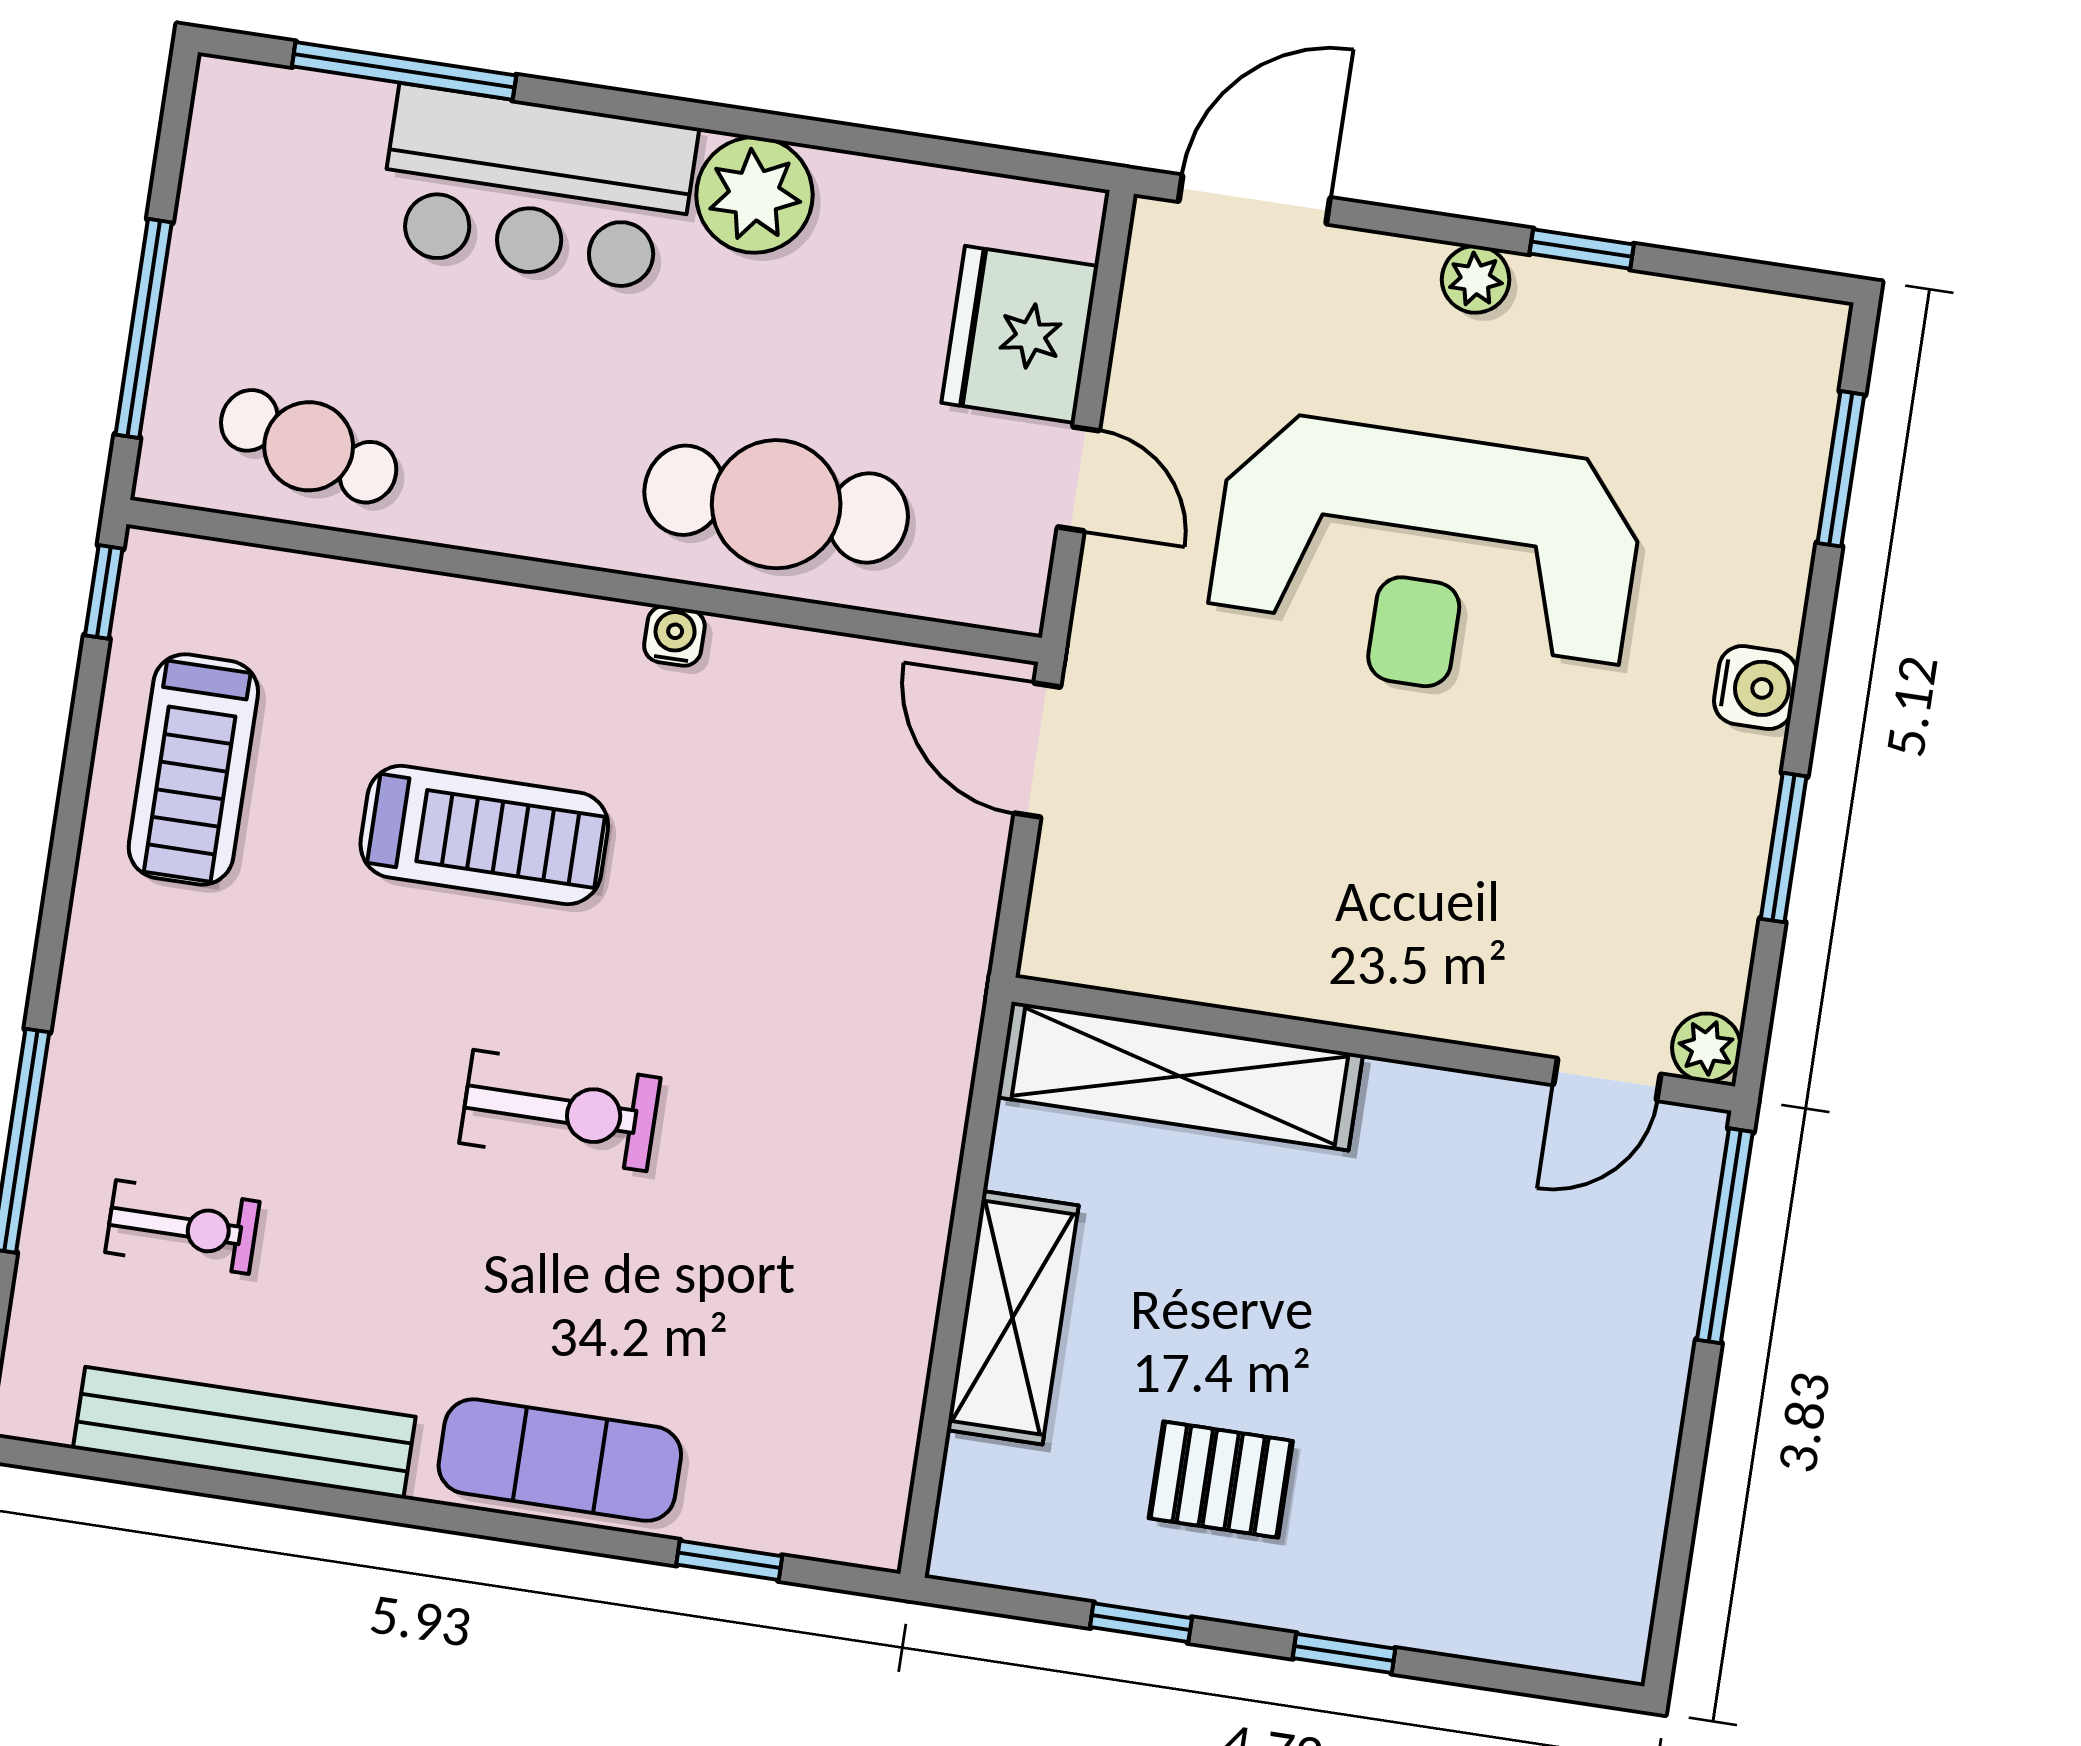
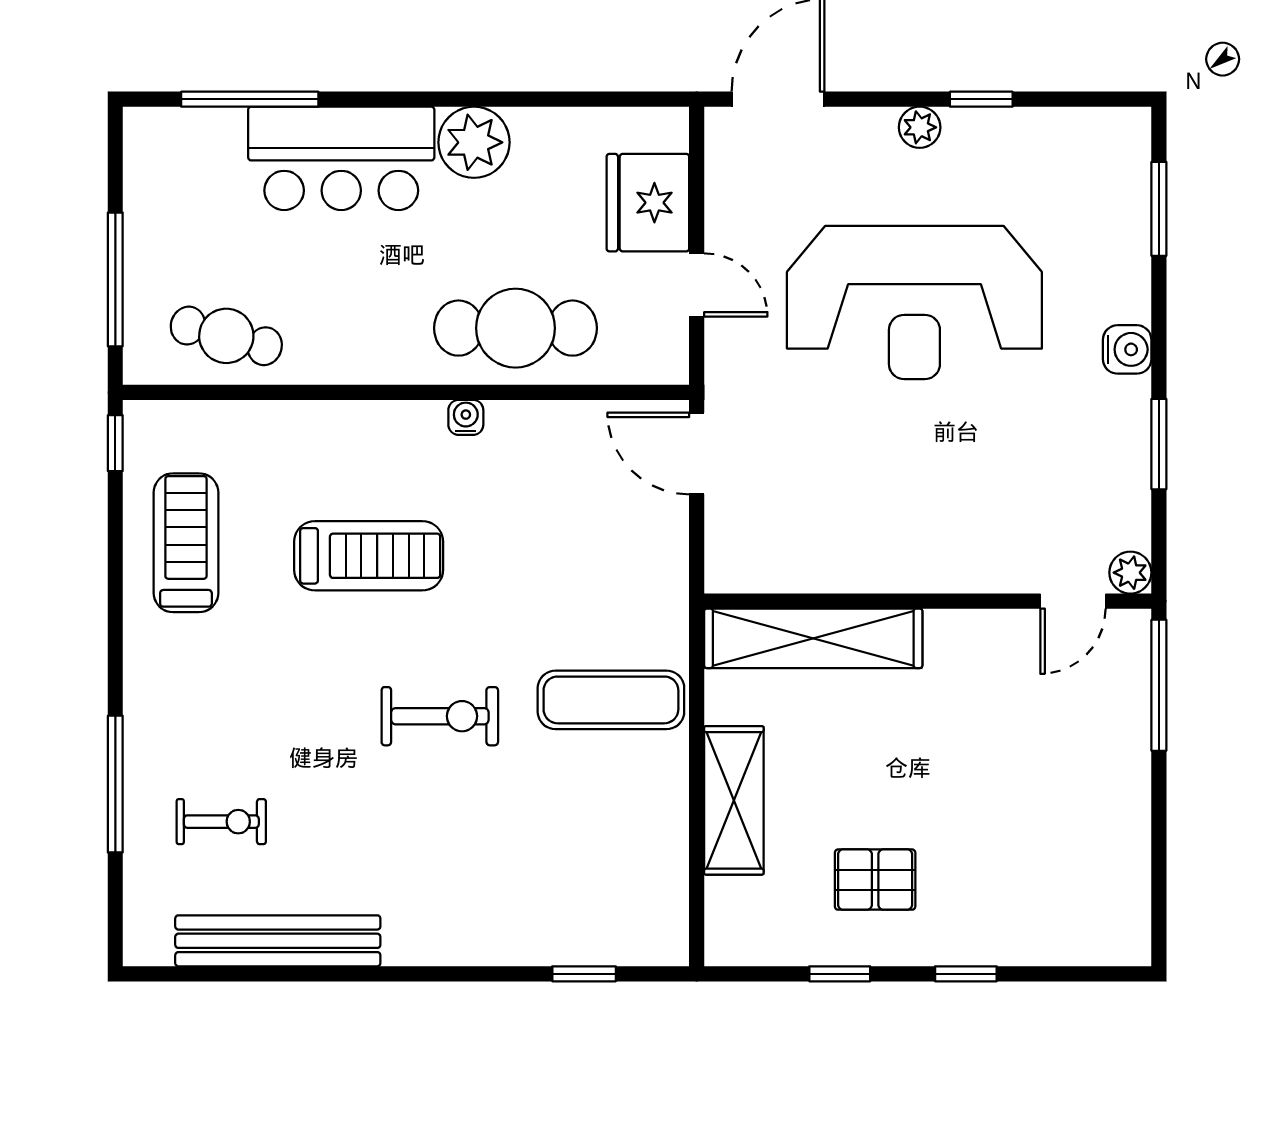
treadmill: (193, 769) -> (186, 543), turned 180
exercise mat: (560, 1460) -> (611, 700), moved

